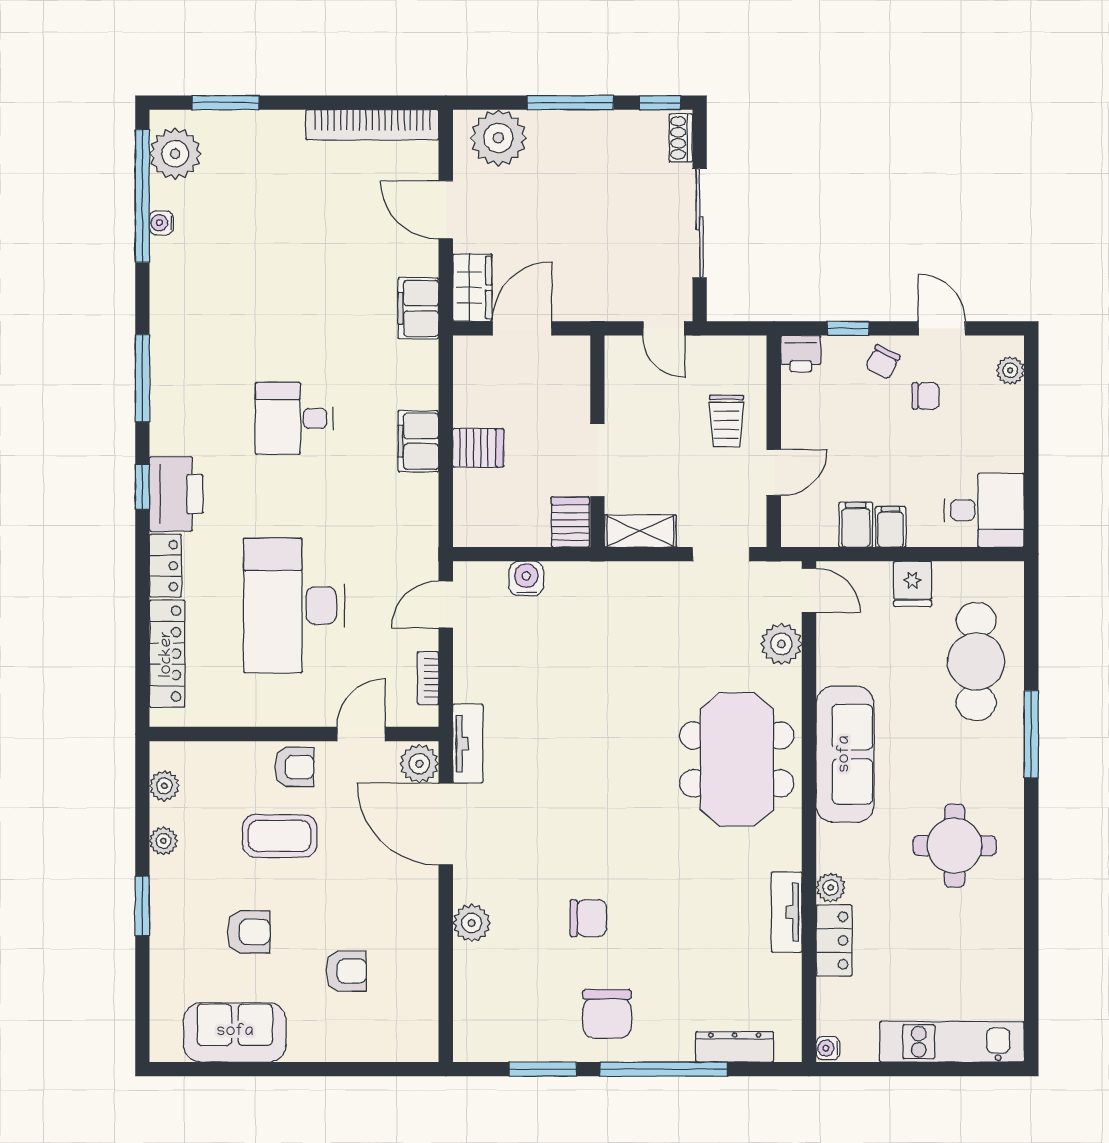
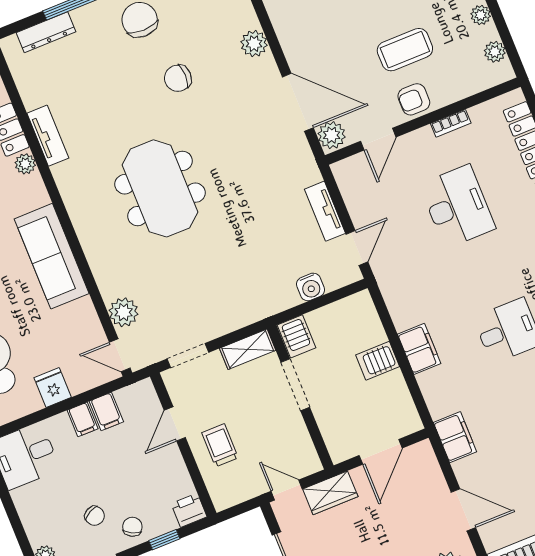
wardrobe: (472, 288) -> (330, 493), moved, turned -90
chair: (926, 396) -> (95, 516), turned -117
desk: (294, 606) -> (457, 206), width x0.73, depth x0.77
bookcase: (428, 678) -> (451, 123), moved, turned 90
tv unit: (468, 744) -> (325, 211), moved
meeting table: (737, 759) -> (160, 188), moved

